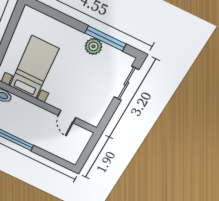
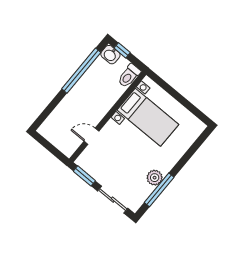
window: (108, 115) -> (84, 176), added

